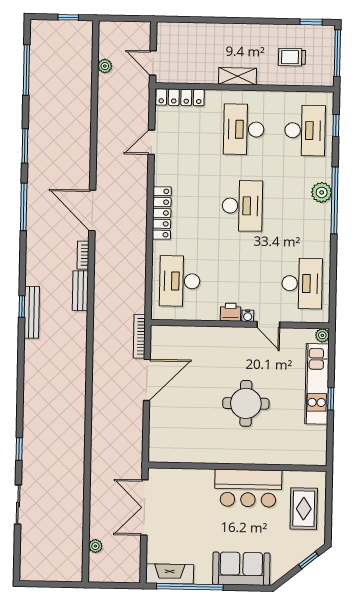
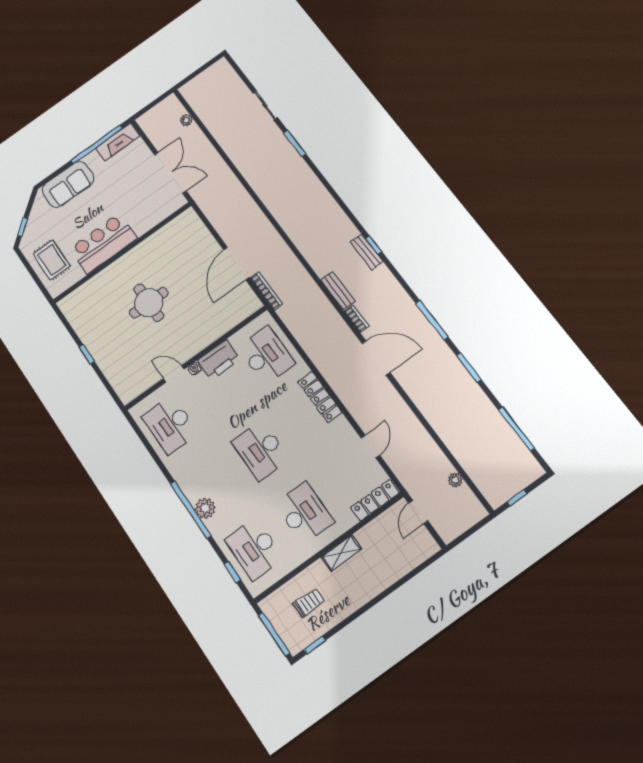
door: (153, 63) -> (418, 512), swing flipped
bench: (32, 312) -> (367, 252), width x0.73
printer: (231, 312) -> (219, 360), width x1.87, depth x1.48
plant: (322, 335) -> (126, 397), removed
kitchen unit: (317, 384) -> (105, 357), removed
window: (19, 449) -> (295, 143), width x1.50

